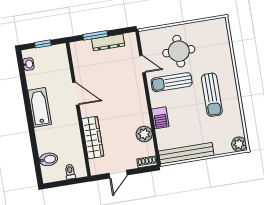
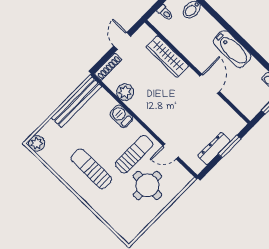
door: (76, 94) -> (210, 84), swing flipped
shoe rack: (147, 162) -> (108, 67), width x1.43

